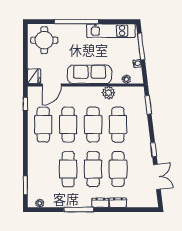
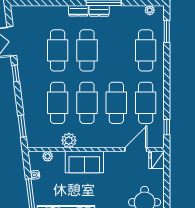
sofa: (90, 74) -> (84, 162), width x0.73
cafe table: (68, 169) -> (146, 50), moved
dresser: (118, 203) -> (99, 11), moved

